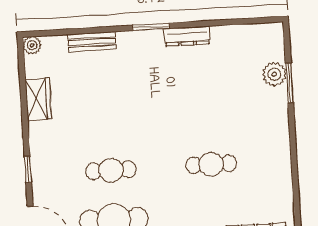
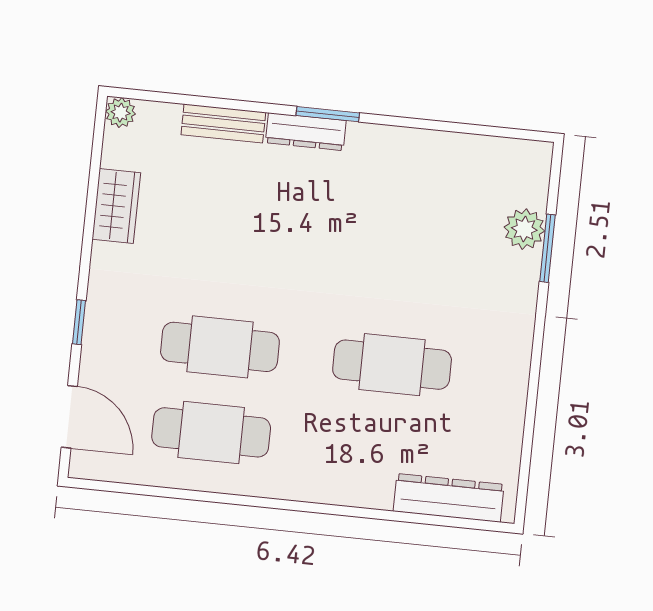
dresser: (187, 36) -> (306, 132), moved
cafe table: (211, 164) -> (392, 365), width x1.37, depth x1.35
cafe table: (111, 170) -> (220, 347), width x1.37, depth x1.35

